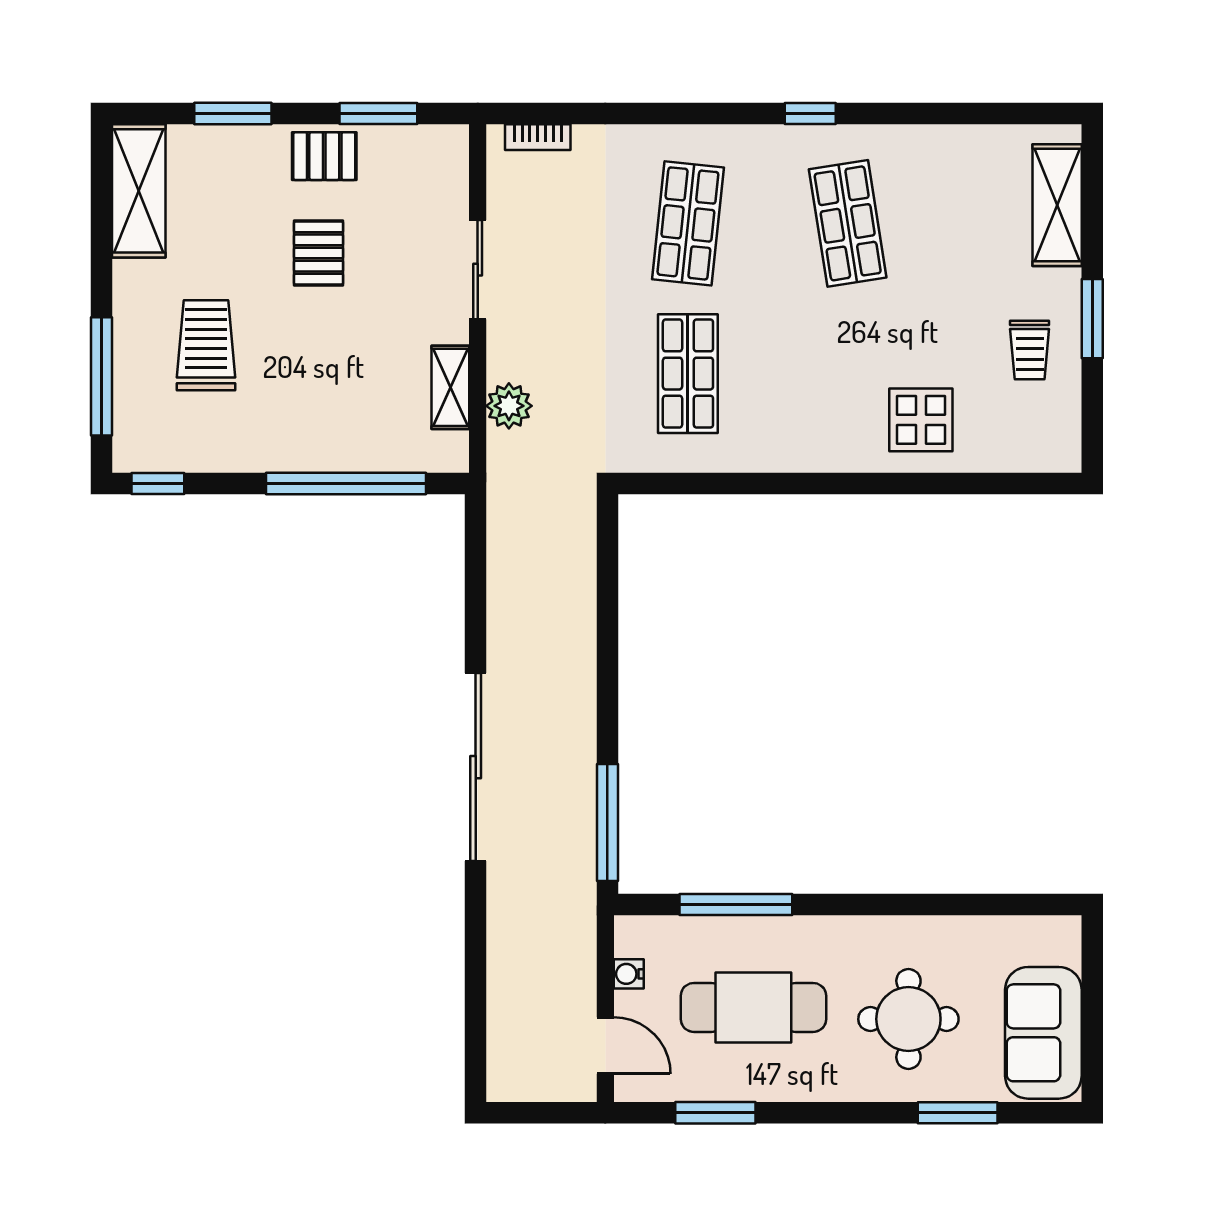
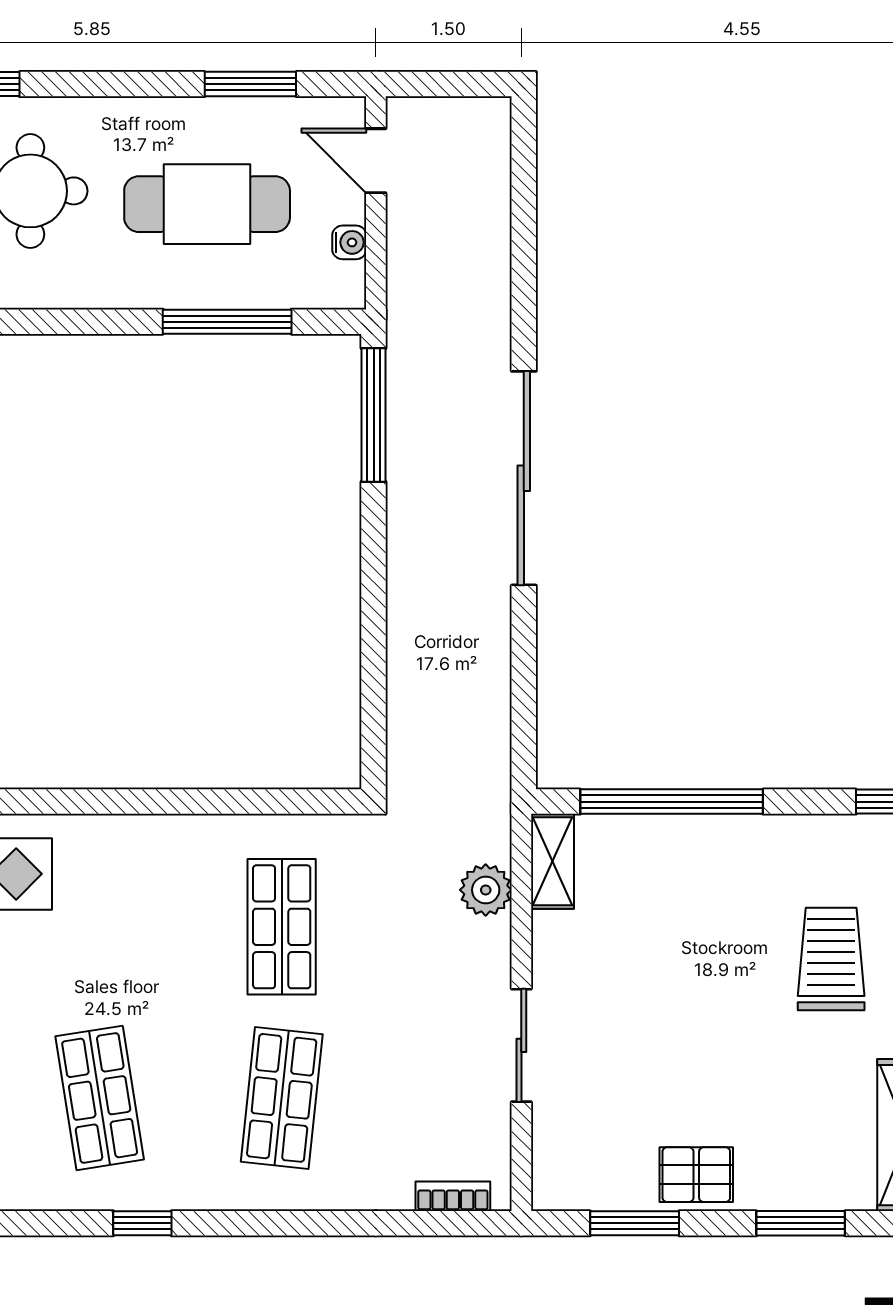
pallet: (319, 253) -> (703, 1064), removed
trolley: (206, 345) -> (831, 959), turned 180
shelving: (450, 387) -> (552, 861), moved

